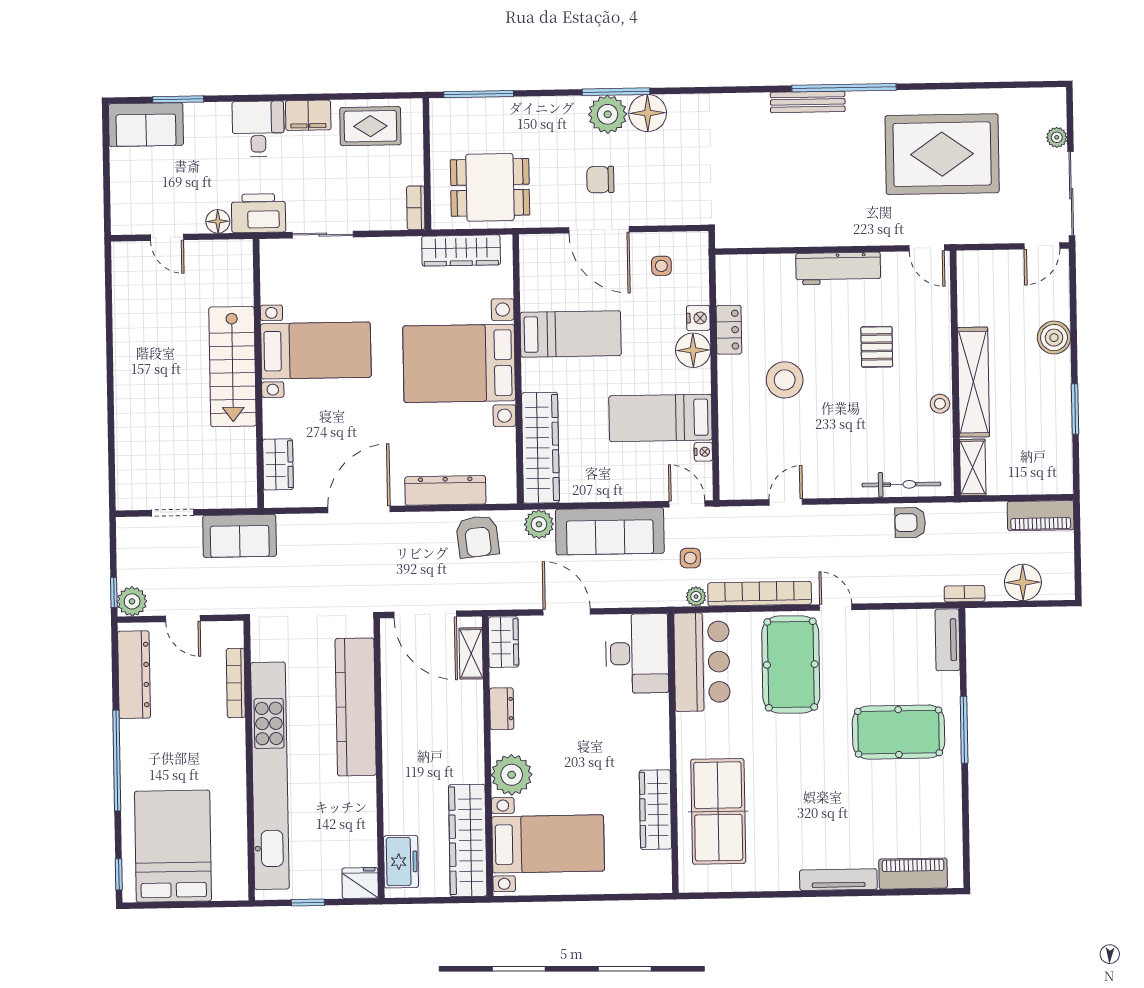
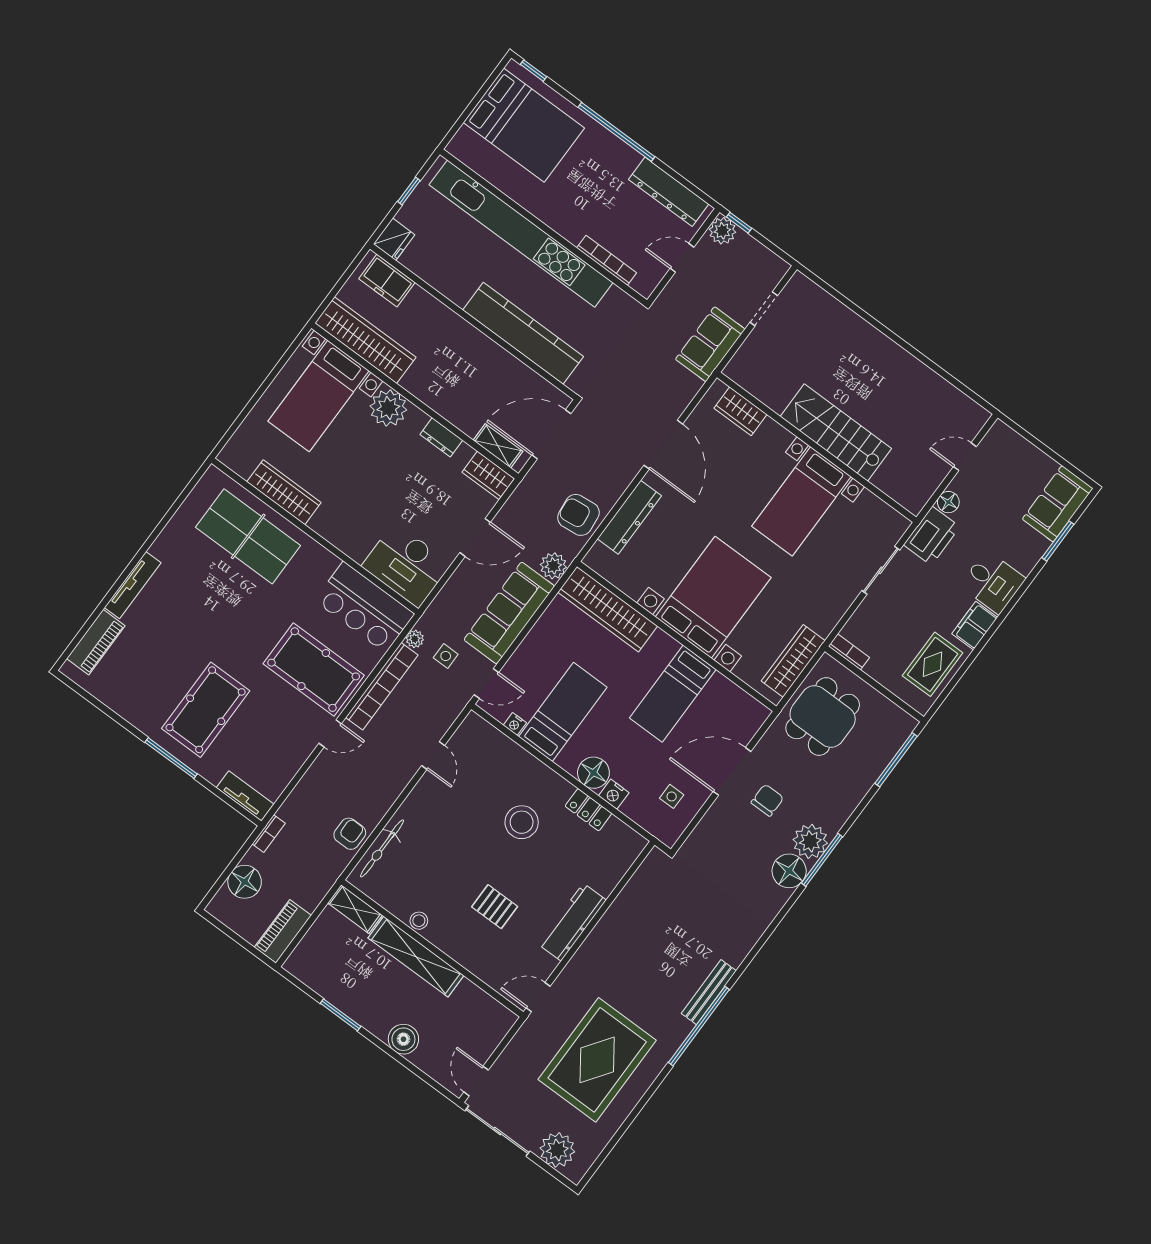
plant: (1057, 137) -> (557, 1150), width x1.88, depth x1.88

